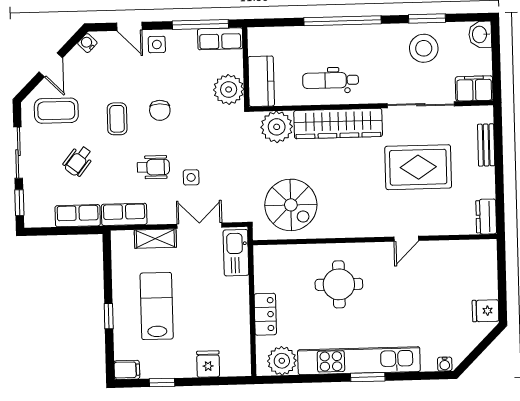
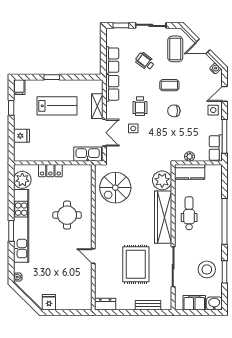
filing cabinet: (474, 88) -> (194, 303), moved, turned -90
plant: (229, 89) -> (189, 157), width x0.53, depth x0.53

